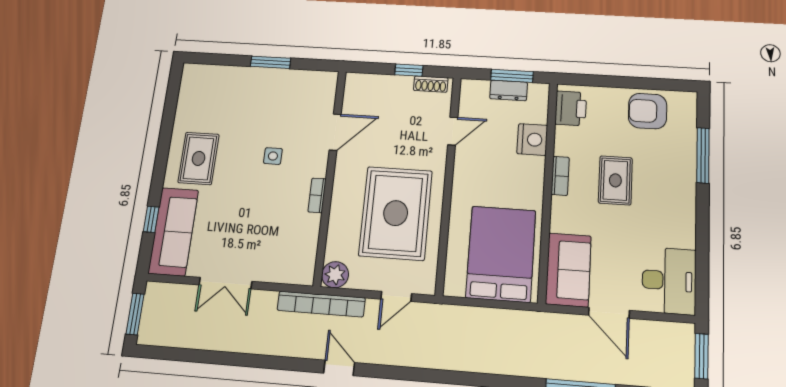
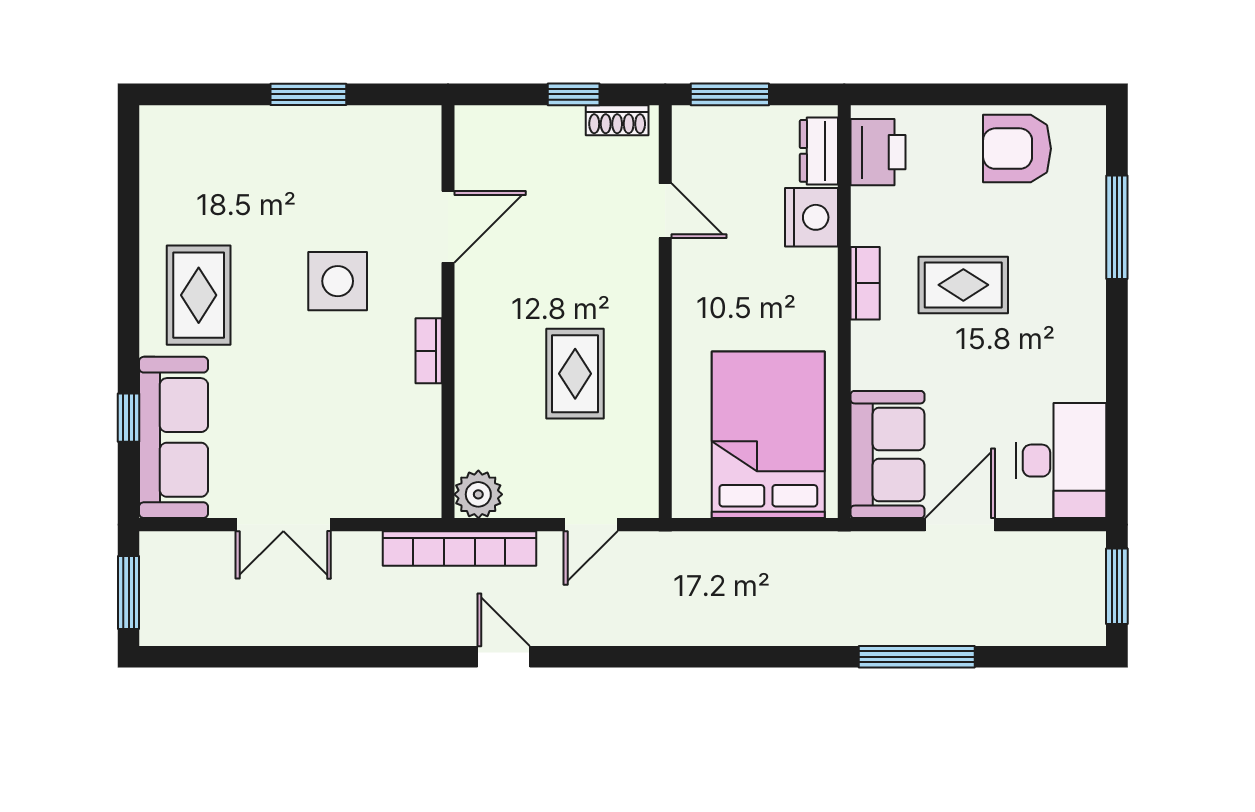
window: (512, 76) -> (730, 94), moved
dresser: (509, 90) -> (819, 151), moved, turned 90
door: (453, 131) -> (665, 211), hinge flipped
side table: (273, 156) -> (338, 281), width x1.87, depth x1.87
rug: (615, 180) -> (963, 285), turned 90
rug: (396, 213) -> (575, 374), width x0.54, depth x0.49
door: (609, 313) -> (960, 525), swing flipped

